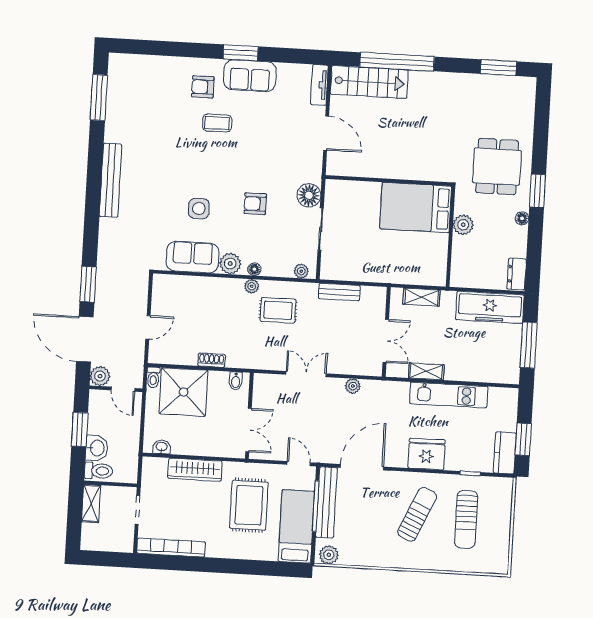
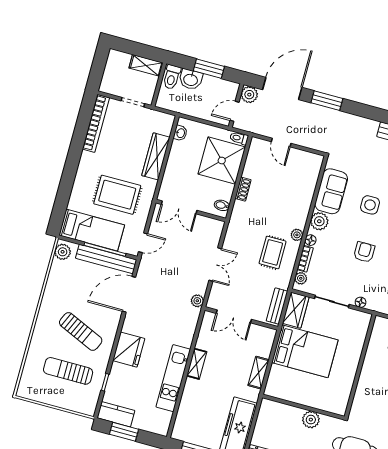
floor lamp: (309, 195) -> (361, 302), width x0.53, depth x0.53
bed: (416, 207) -> (305, 351), moved, turned 90
wardrobe: (340, 269) -> (296, 310), added
bookcase: (277, 271) -> (305, 259), added
wall: (386, 332) -> (241, 318), moved
double door: (386, 341) -> (234, 316), moved
door: (362, 467) -> (129, 294), swing flipped

